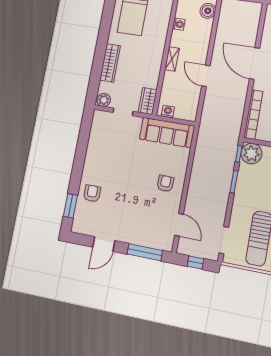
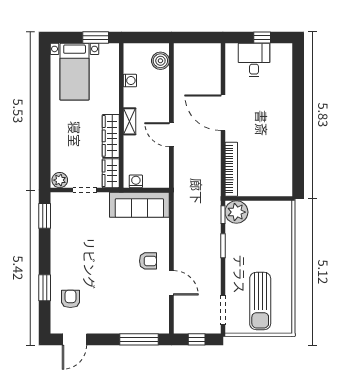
wardrobe: (110, 63) -> (111, 136), moved, turned 180
window: (85, 129) -> (45, 216), added
armchair: (165, 183) -> (148, 261), turned 89
armchair: (92, 193) -> (70, 299), moved
window: (70, 206) -> (45, 288), moved
door: (179, 225) -> (171, 283), moved
door: (104, 244) -> (74, 339), moved

